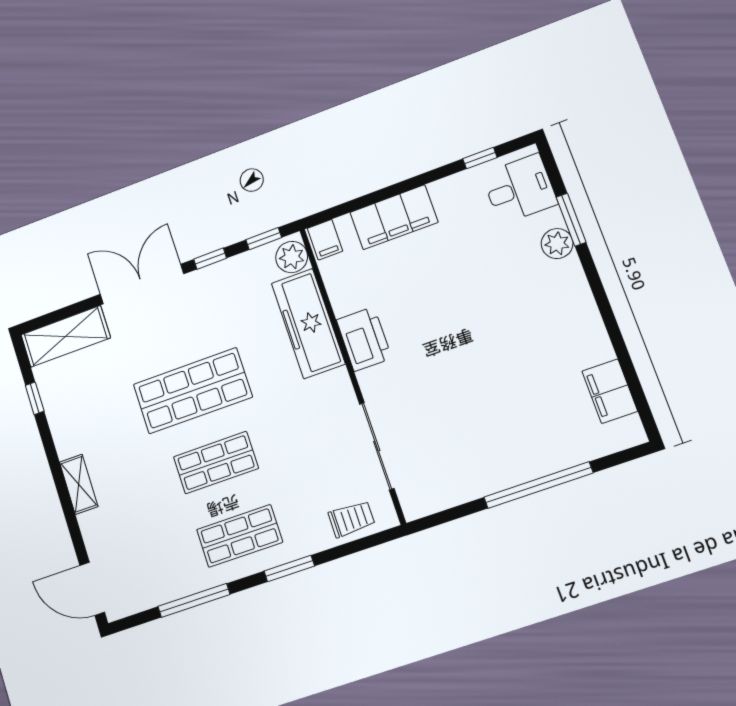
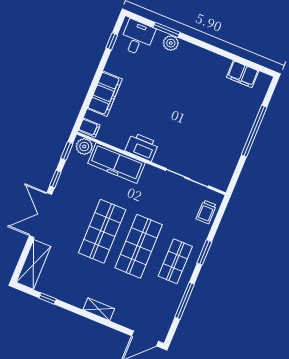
shop shelf: (216, 463) -> (139, 246), width x1.43, depth x1.36
trolley: (351, 519) -> (206, 212), turned 180

